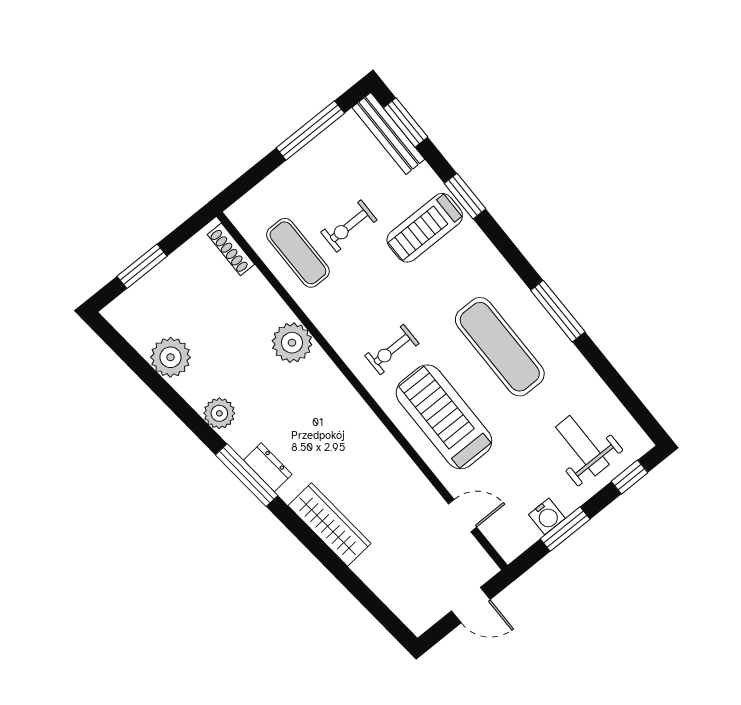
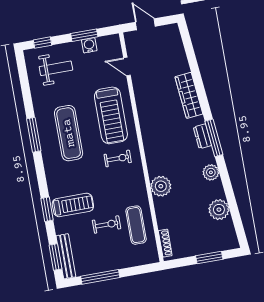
weight bench: (582, 446) -> (56, 68), turned -90

